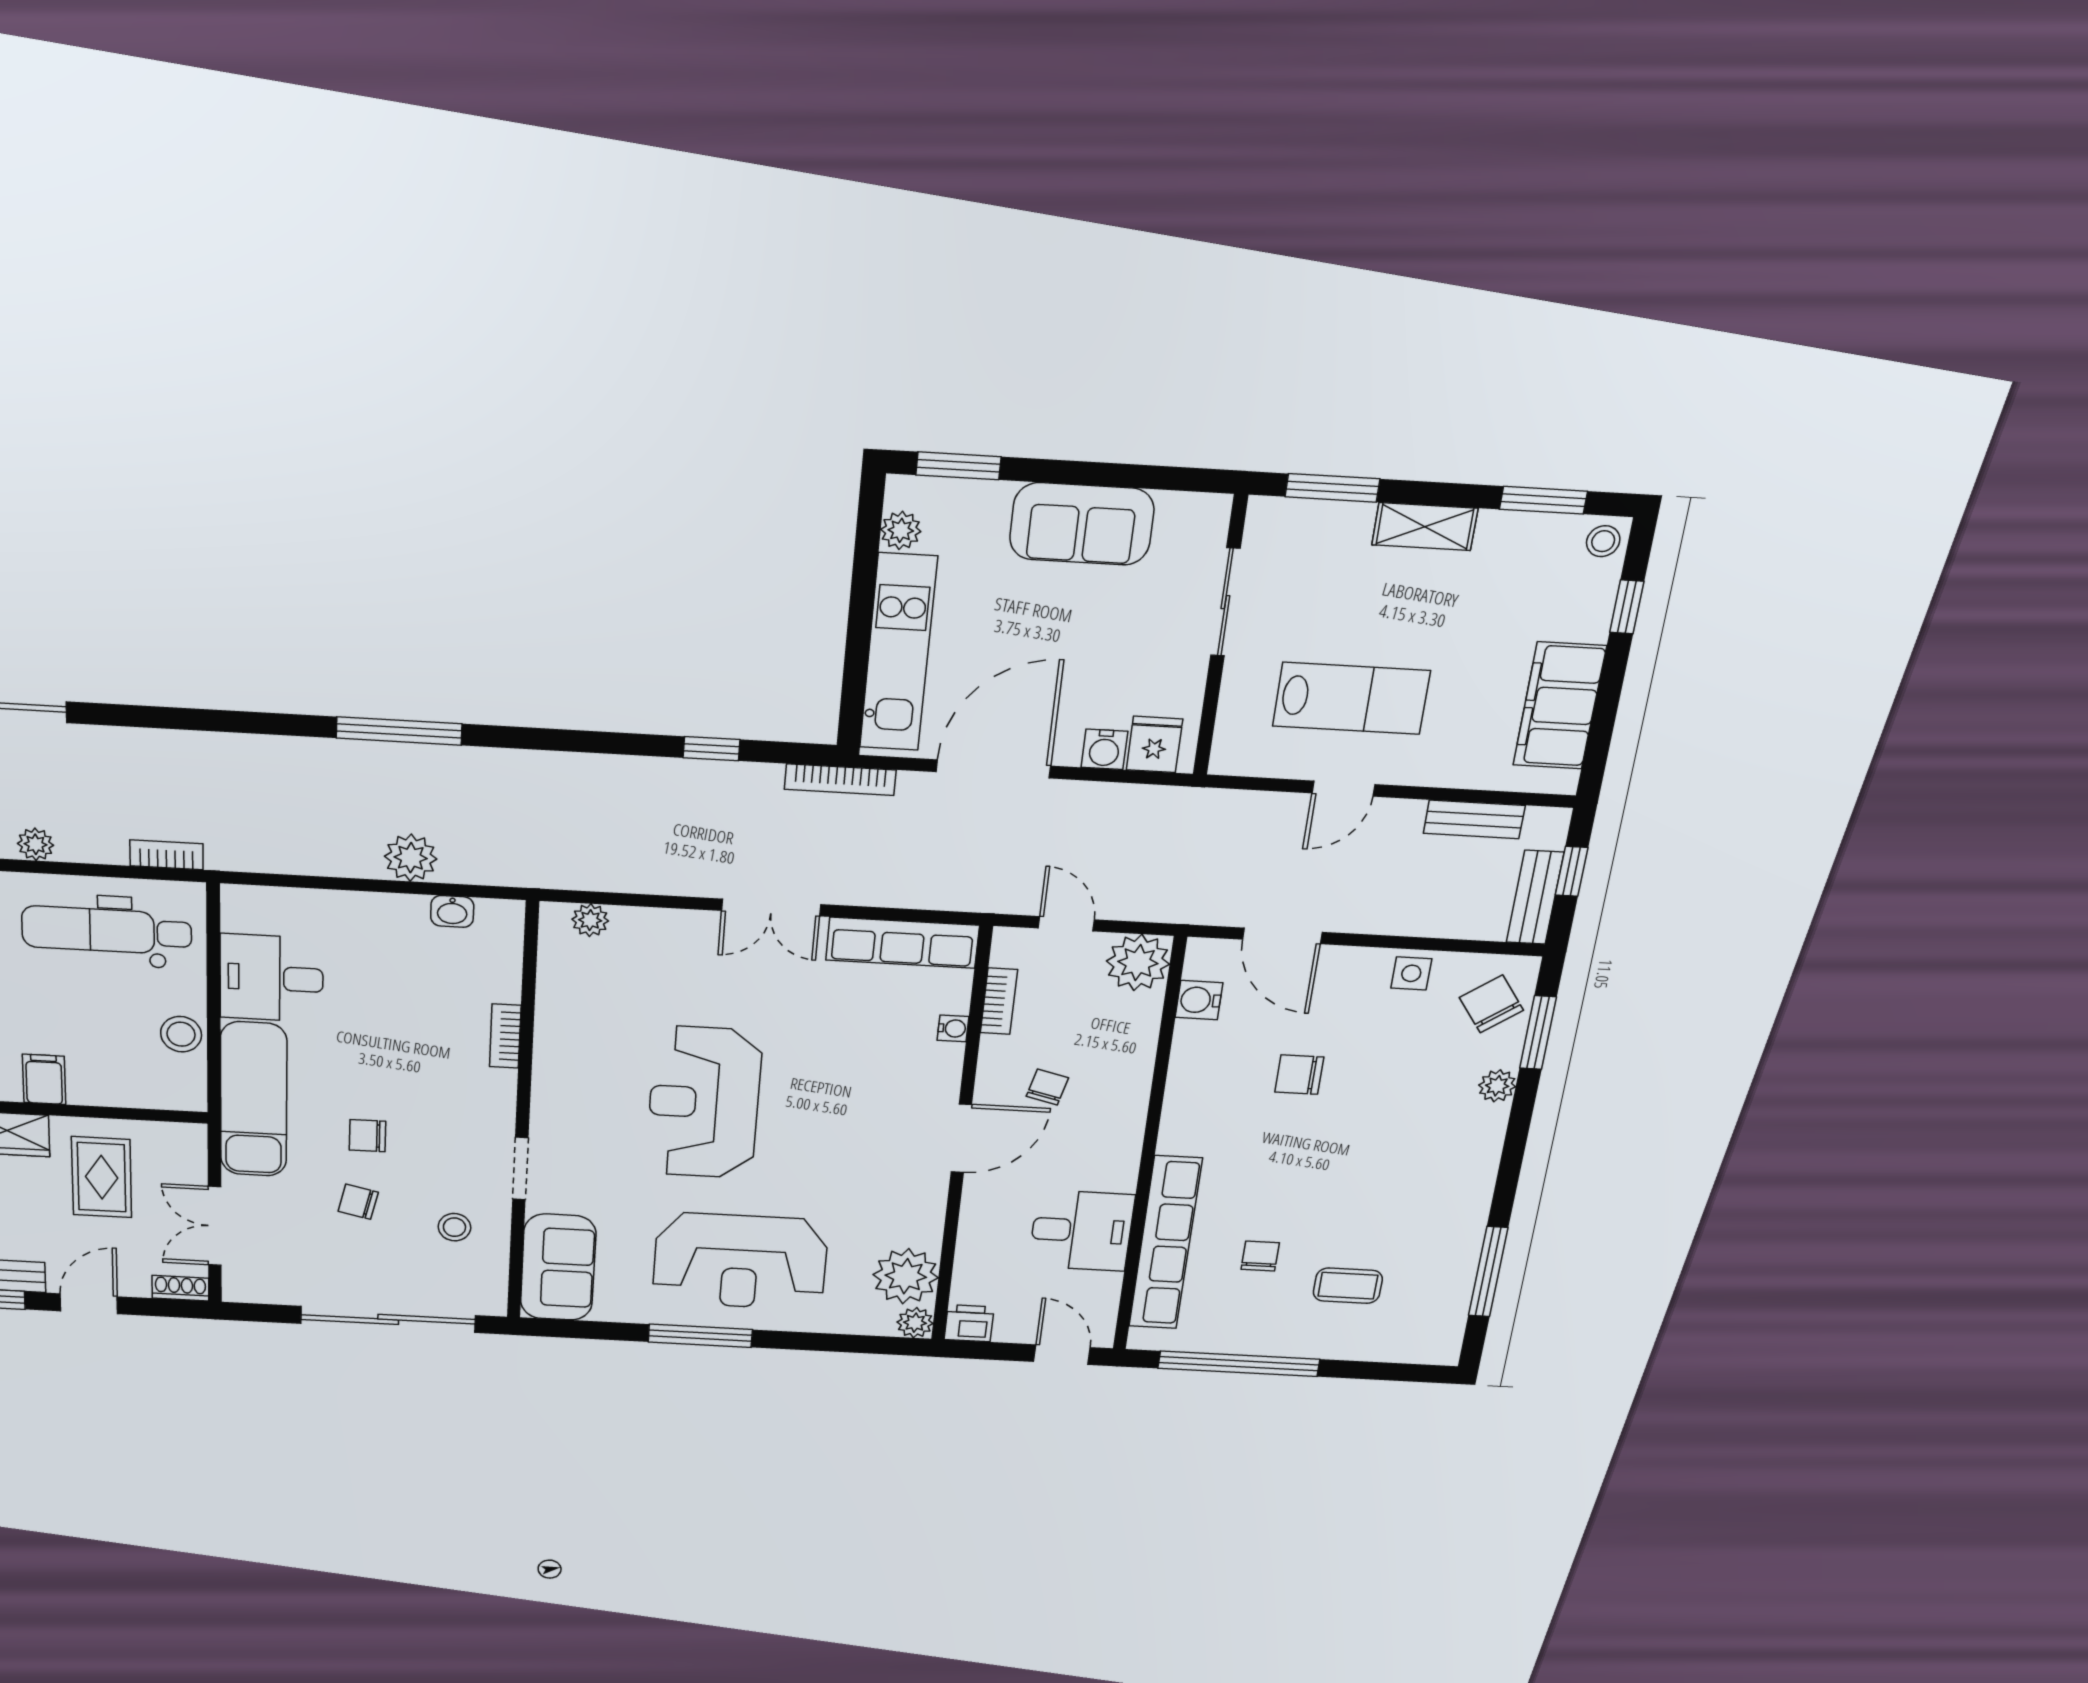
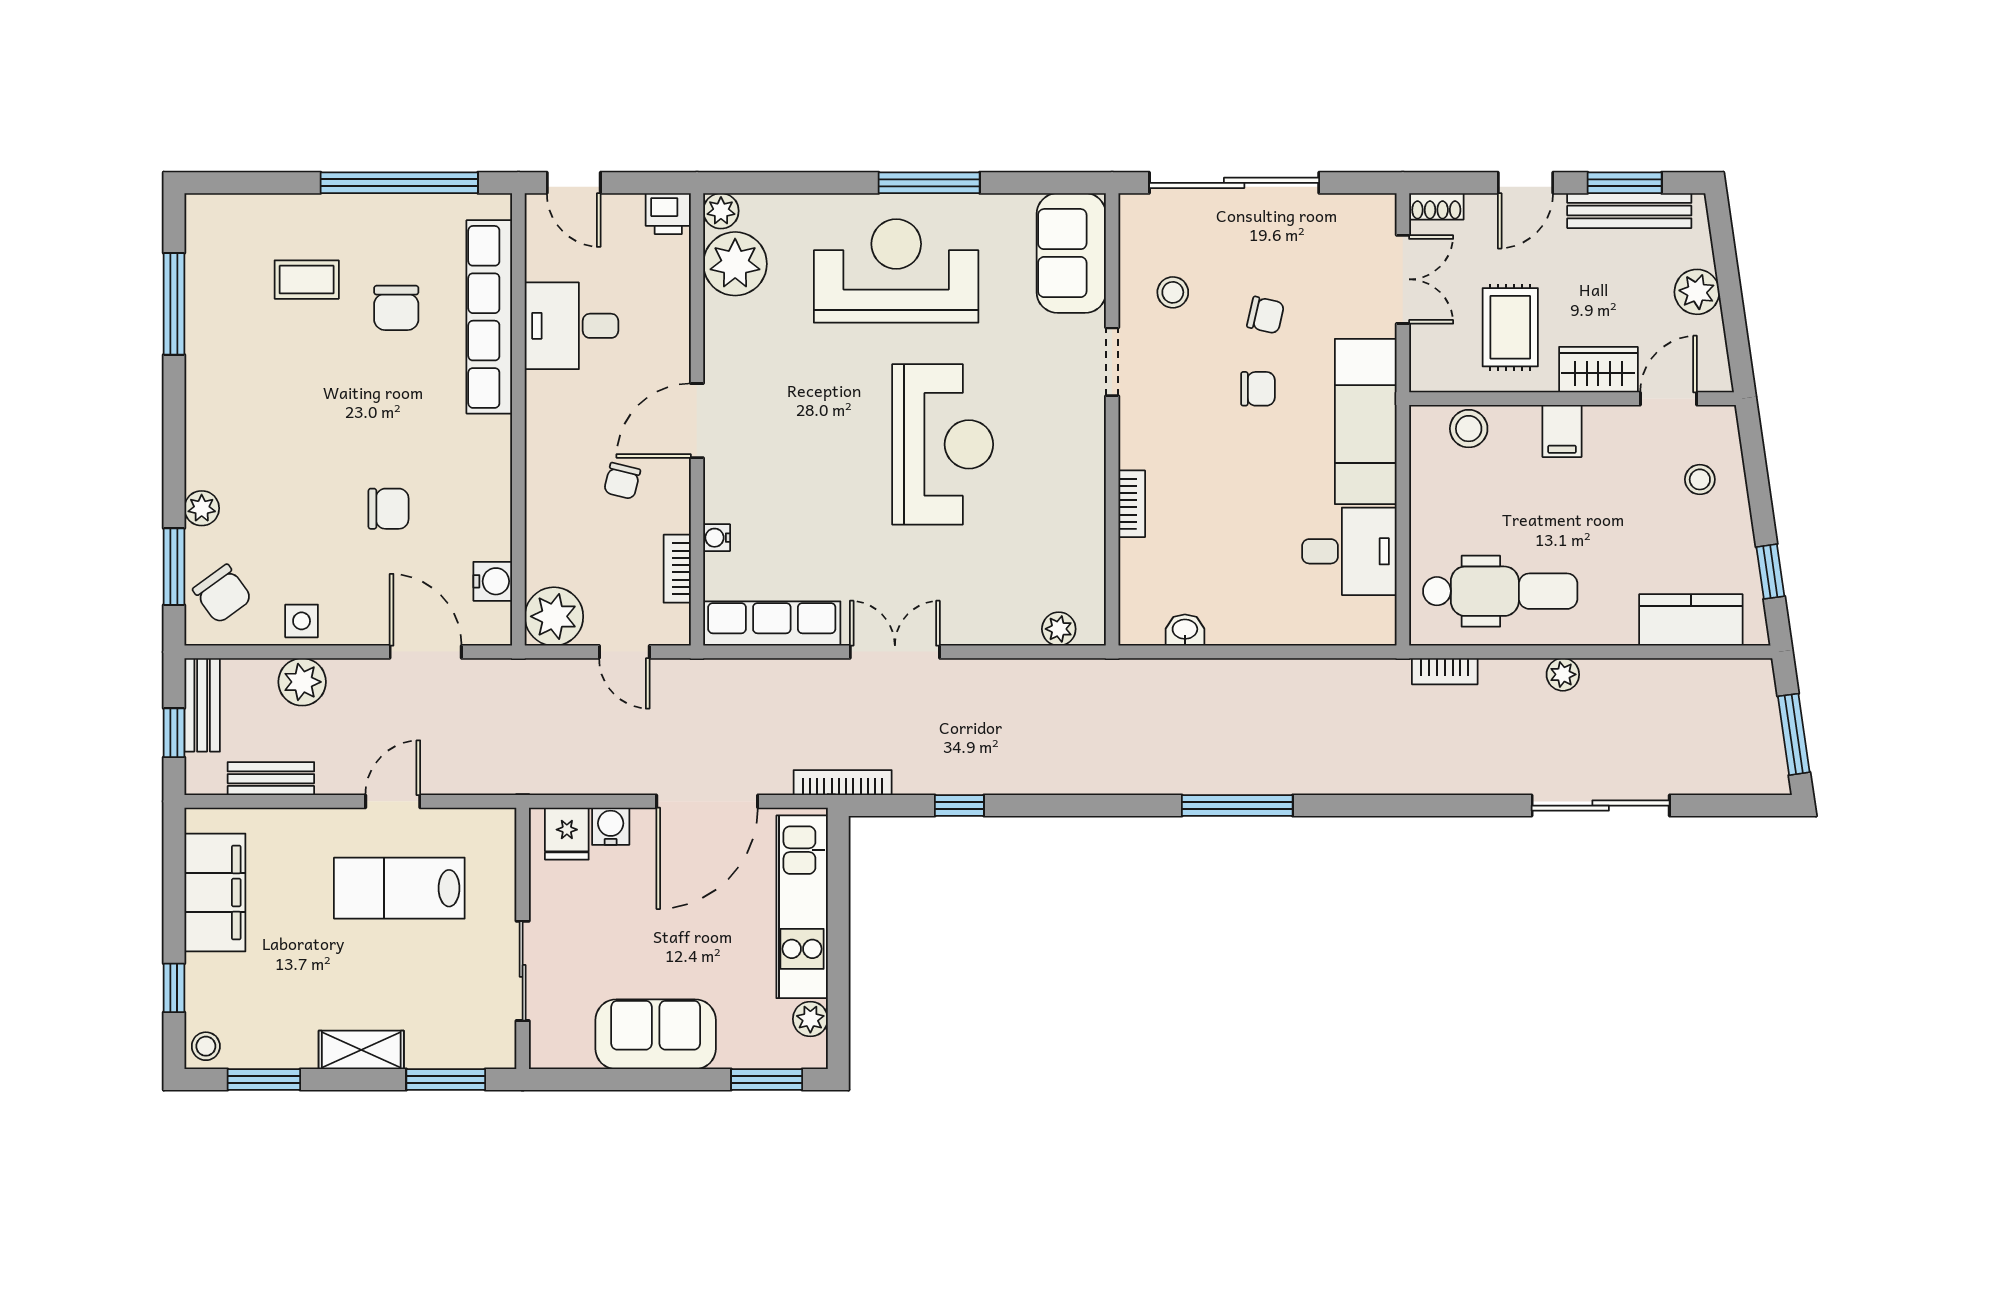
plant: (411, 858) -> (302, 682), moved
stool: (181, 1034) -> (1469, 429), moved
chair: (1260, 1256) -> (396, 308), width x1.37, depth x1.37

